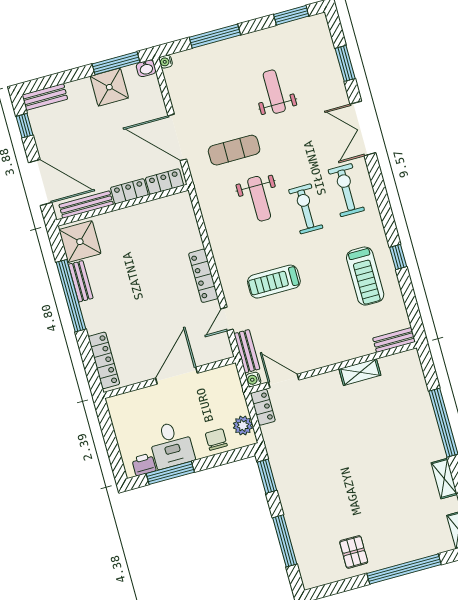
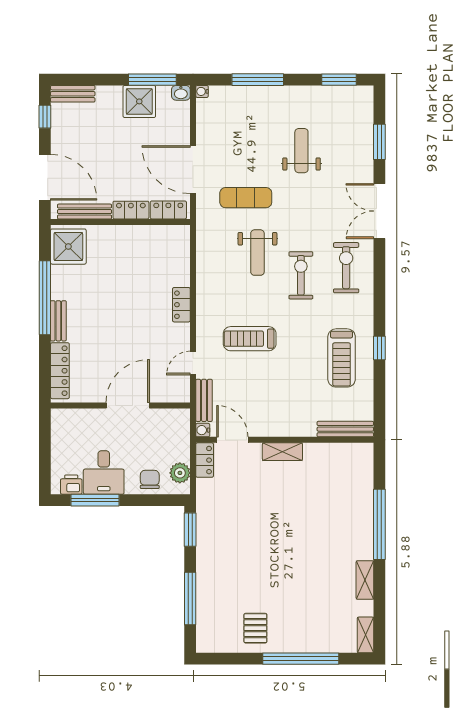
locker: (203, 276) -> (181, 305), width x0.66
bench: (81, 281) -> (58, 321), moved
bench: (394, 340) -> (345, 429), width x1.36
shelving: (360, 372) -> (282, 452), moved

